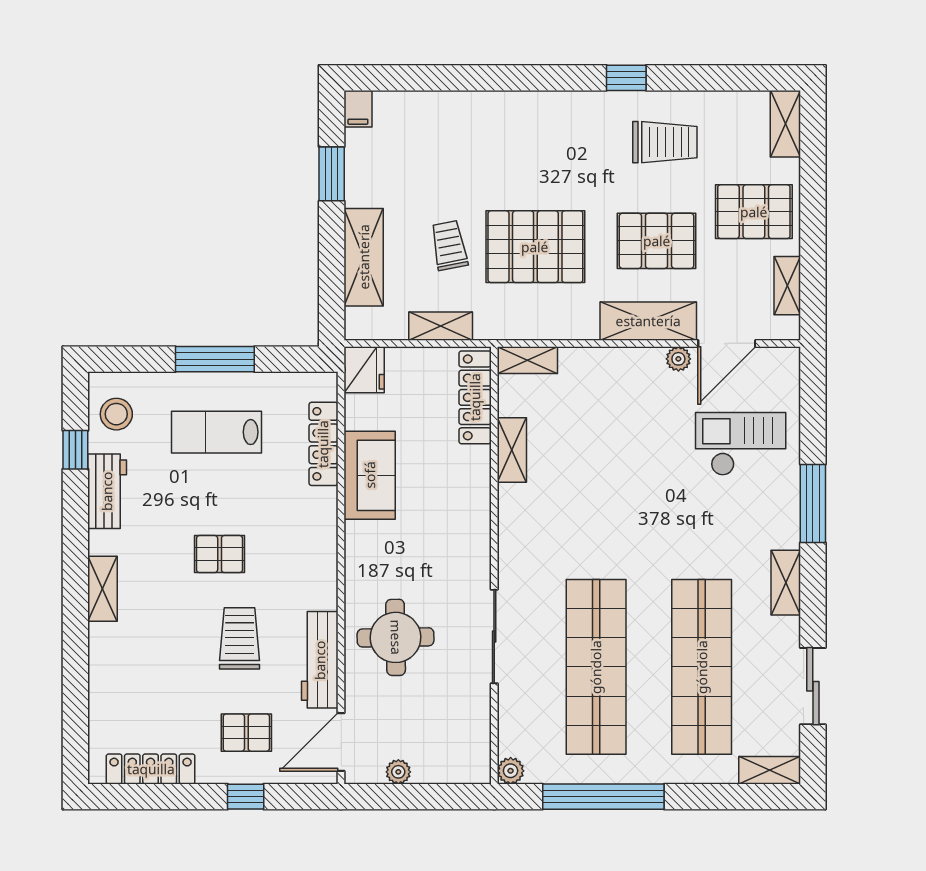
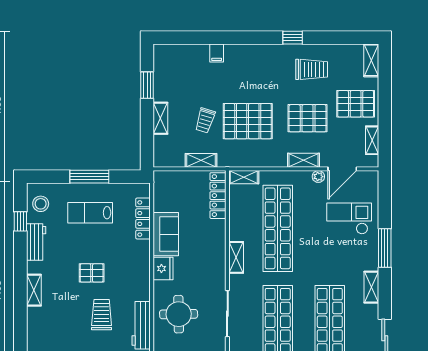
filing cabinet: (358, 109) -> (217, 53), moved
trolley: (449, 245) -> (205, 120), turned -152
shelving: (364, 257) -> (160, 118), width x0.67, depth x0.75
shelving: (648, 321) -> (303, 160), width x0.67, depth x0.75
fridge: (364, 370) -> (163, 269), moved
shelving: (512, 450) -> (236, 257), moved
shop shelf: (596, 464) -> (278, 228), added

